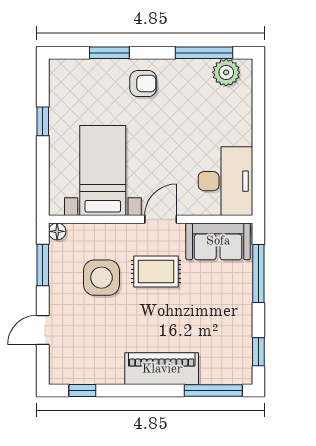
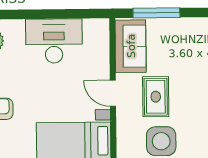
desk: (225, 181) -> (54, 41), moved

